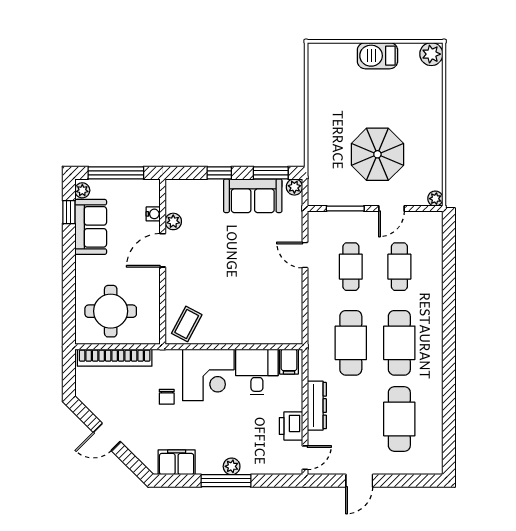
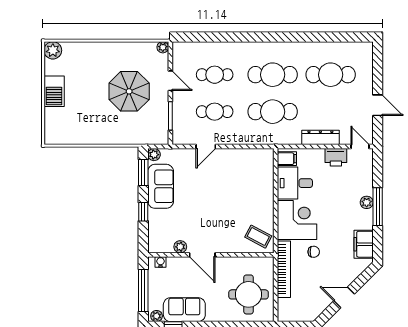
water cooler: (153, 214) -> (160, 262), moved
bookcase: (115, 358) -> (284, 269), moved
door: (107, 437) -> (344, 297), swing flipped

